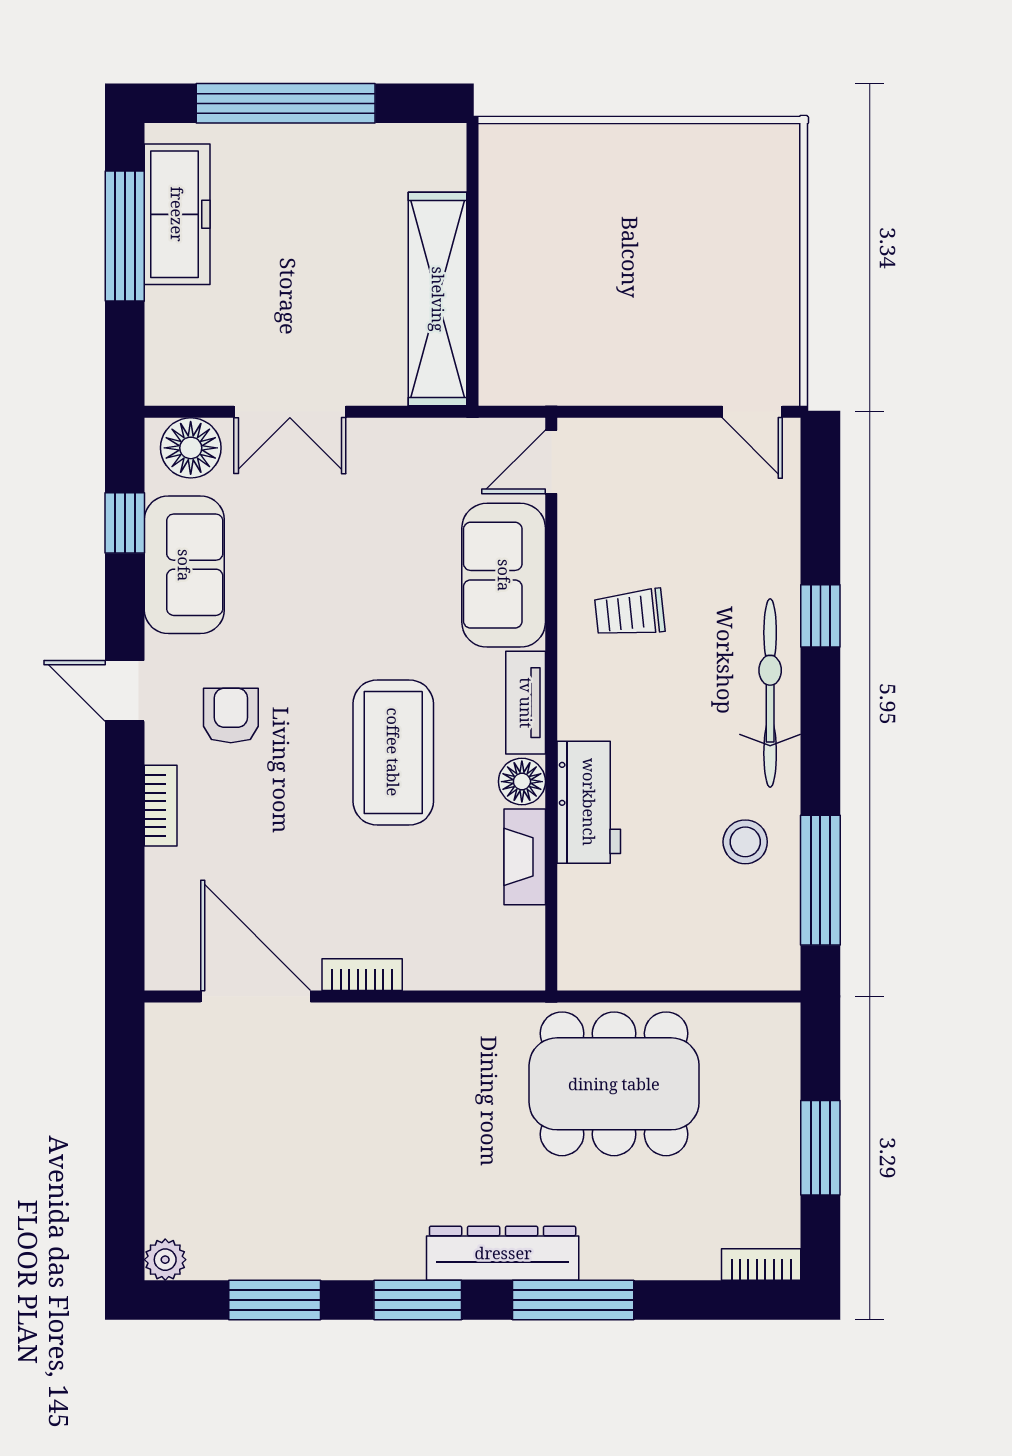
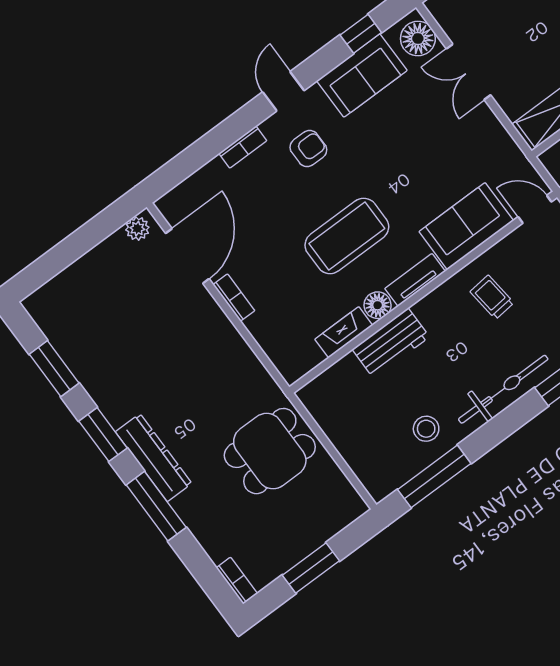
dining table: (614, 1084) -> (270, 451), width x0.73
plant: (165, 1260) -> (137, 229), moved

